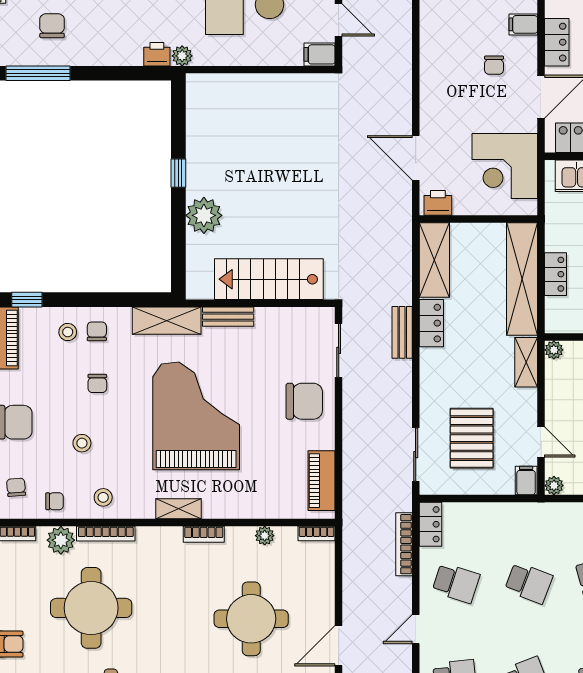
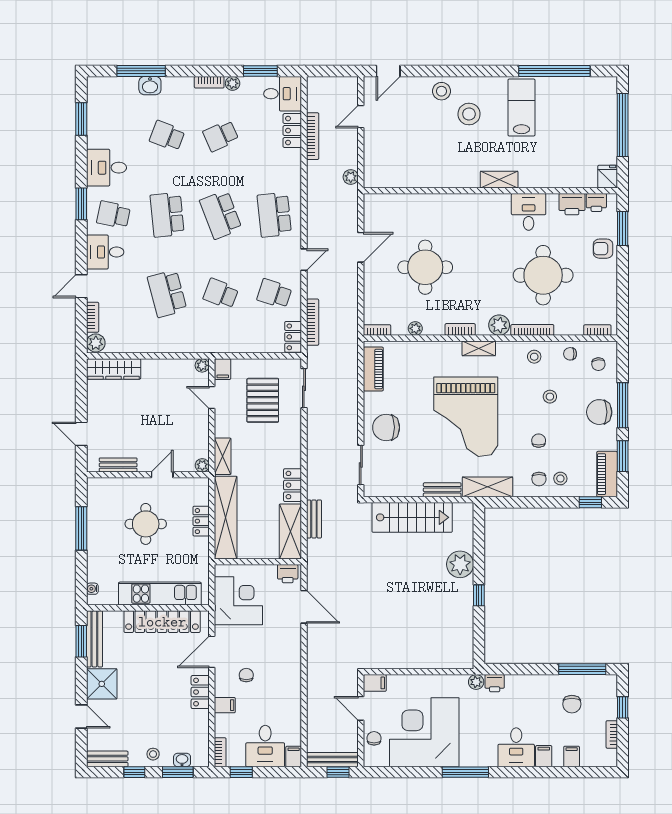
bench: (402, 332) -> (314, 519), moved
plant: (61, 540) -> (499, 325), moved

